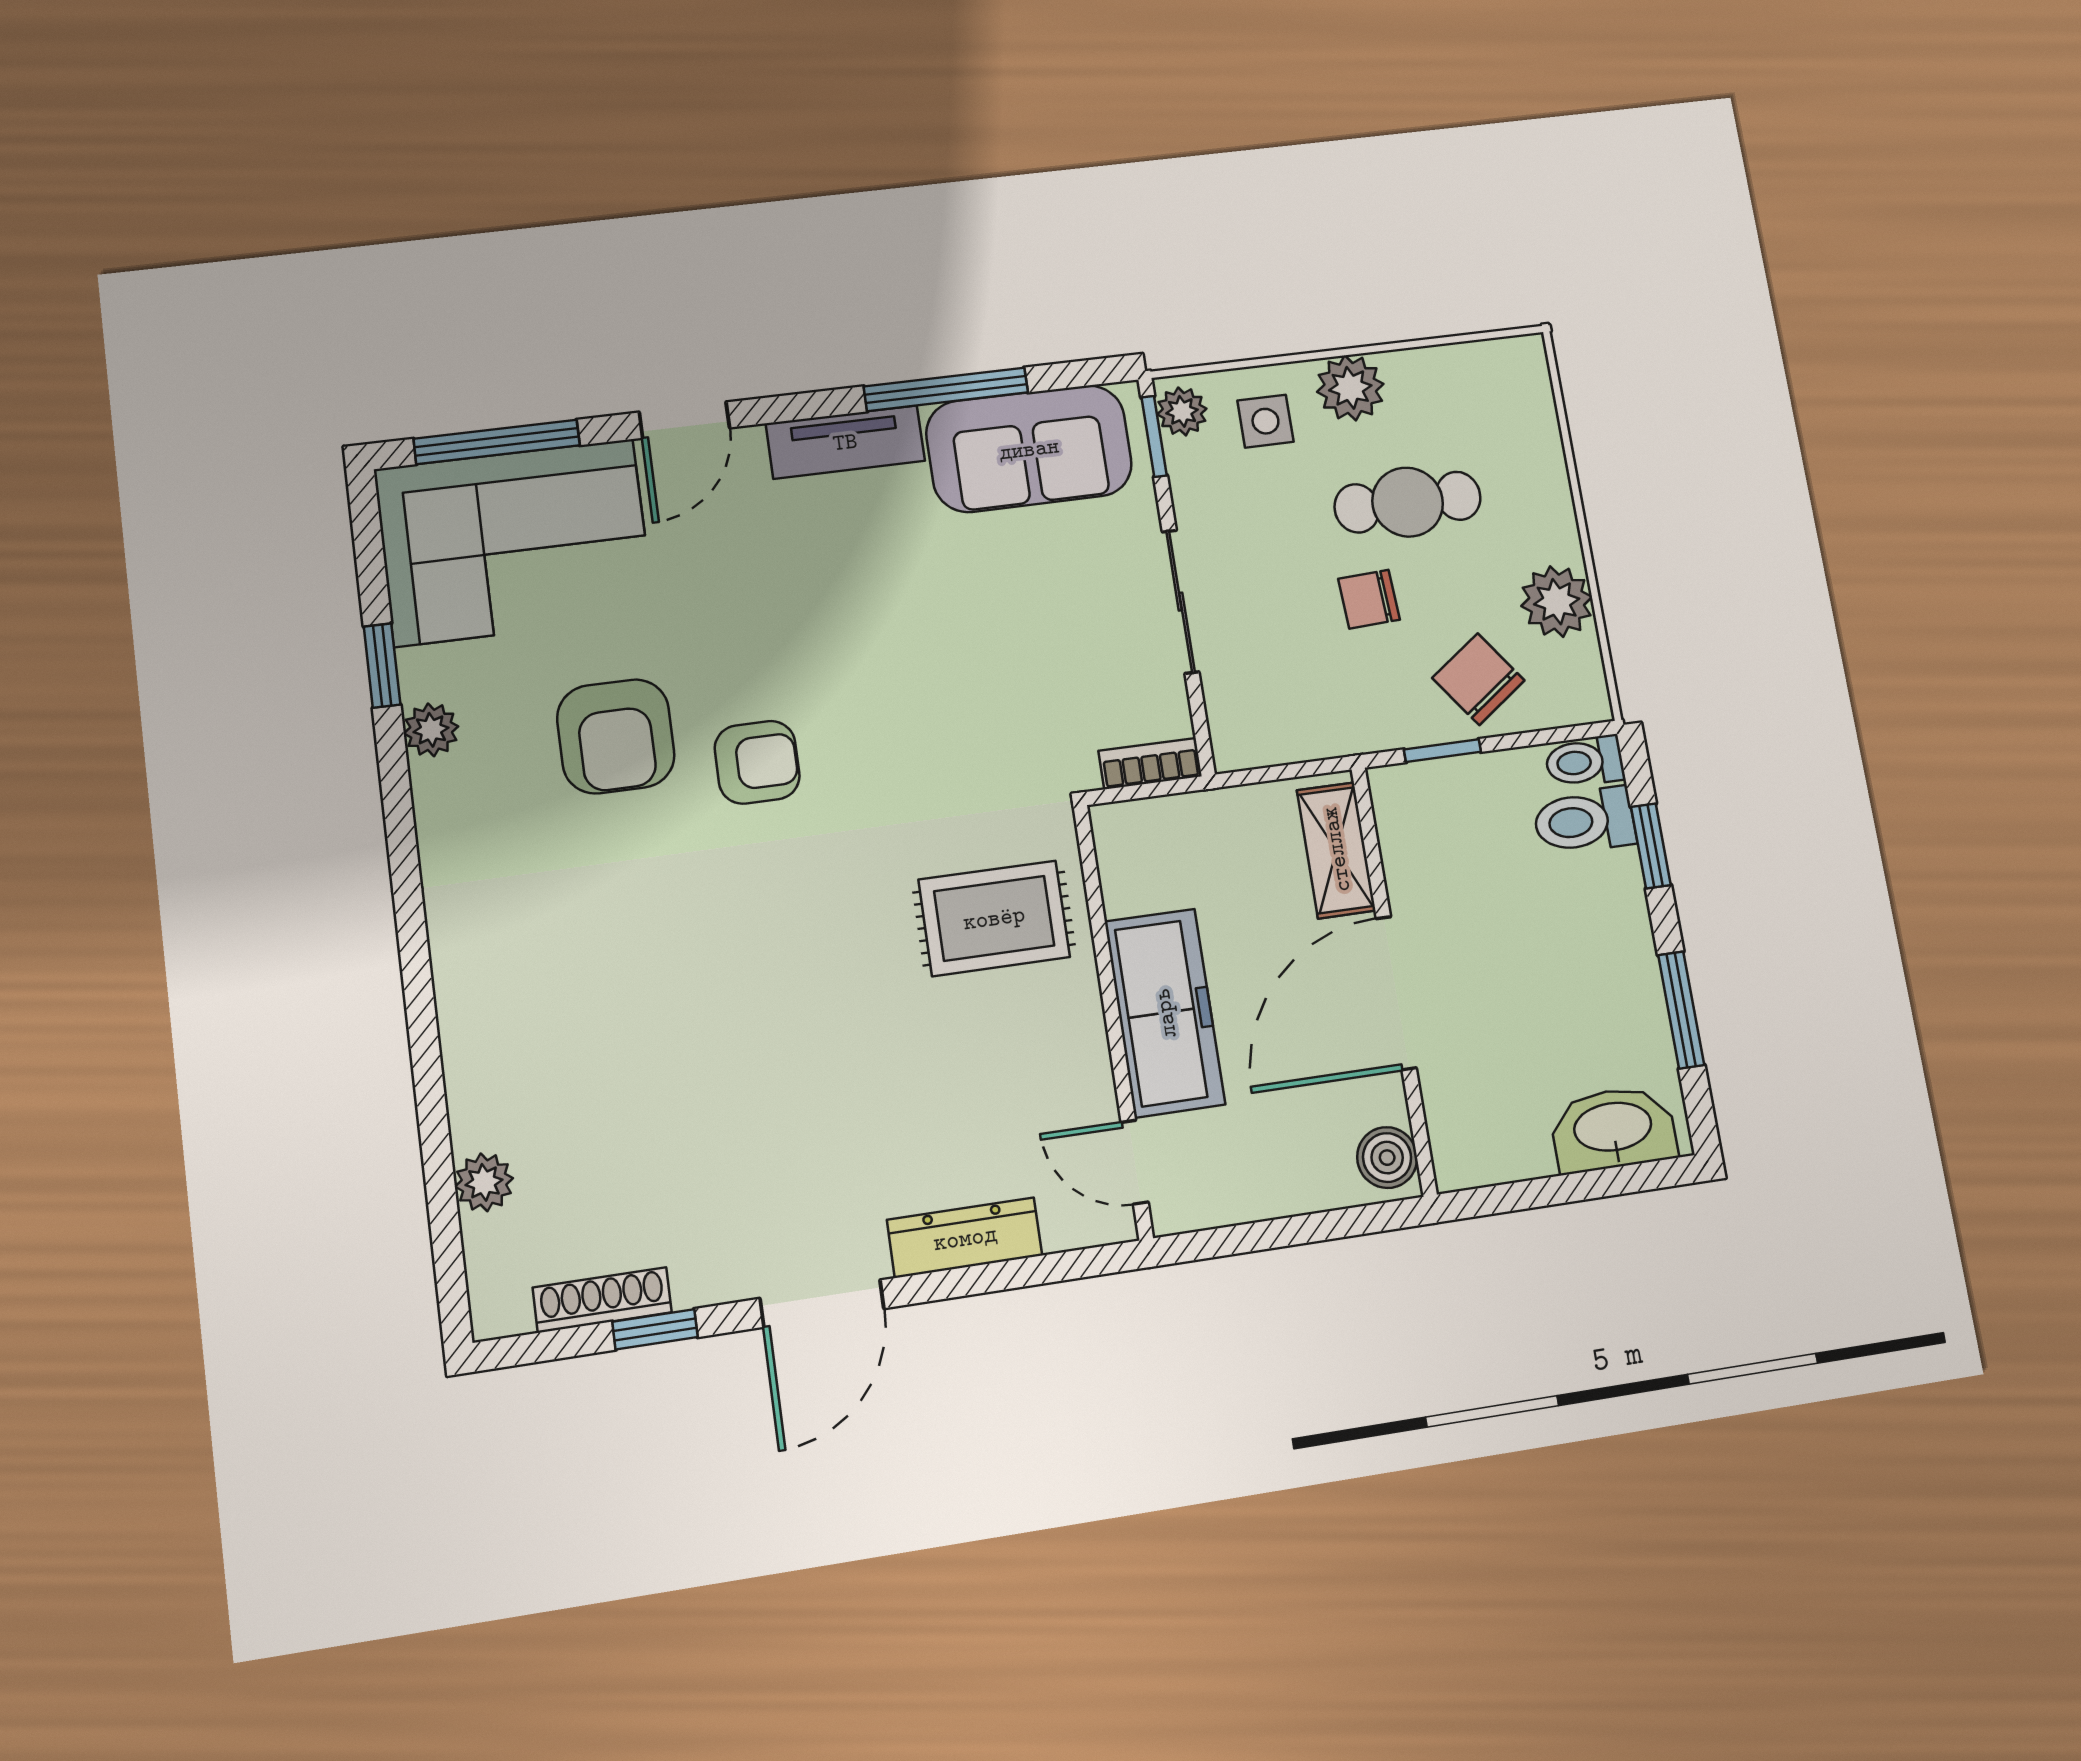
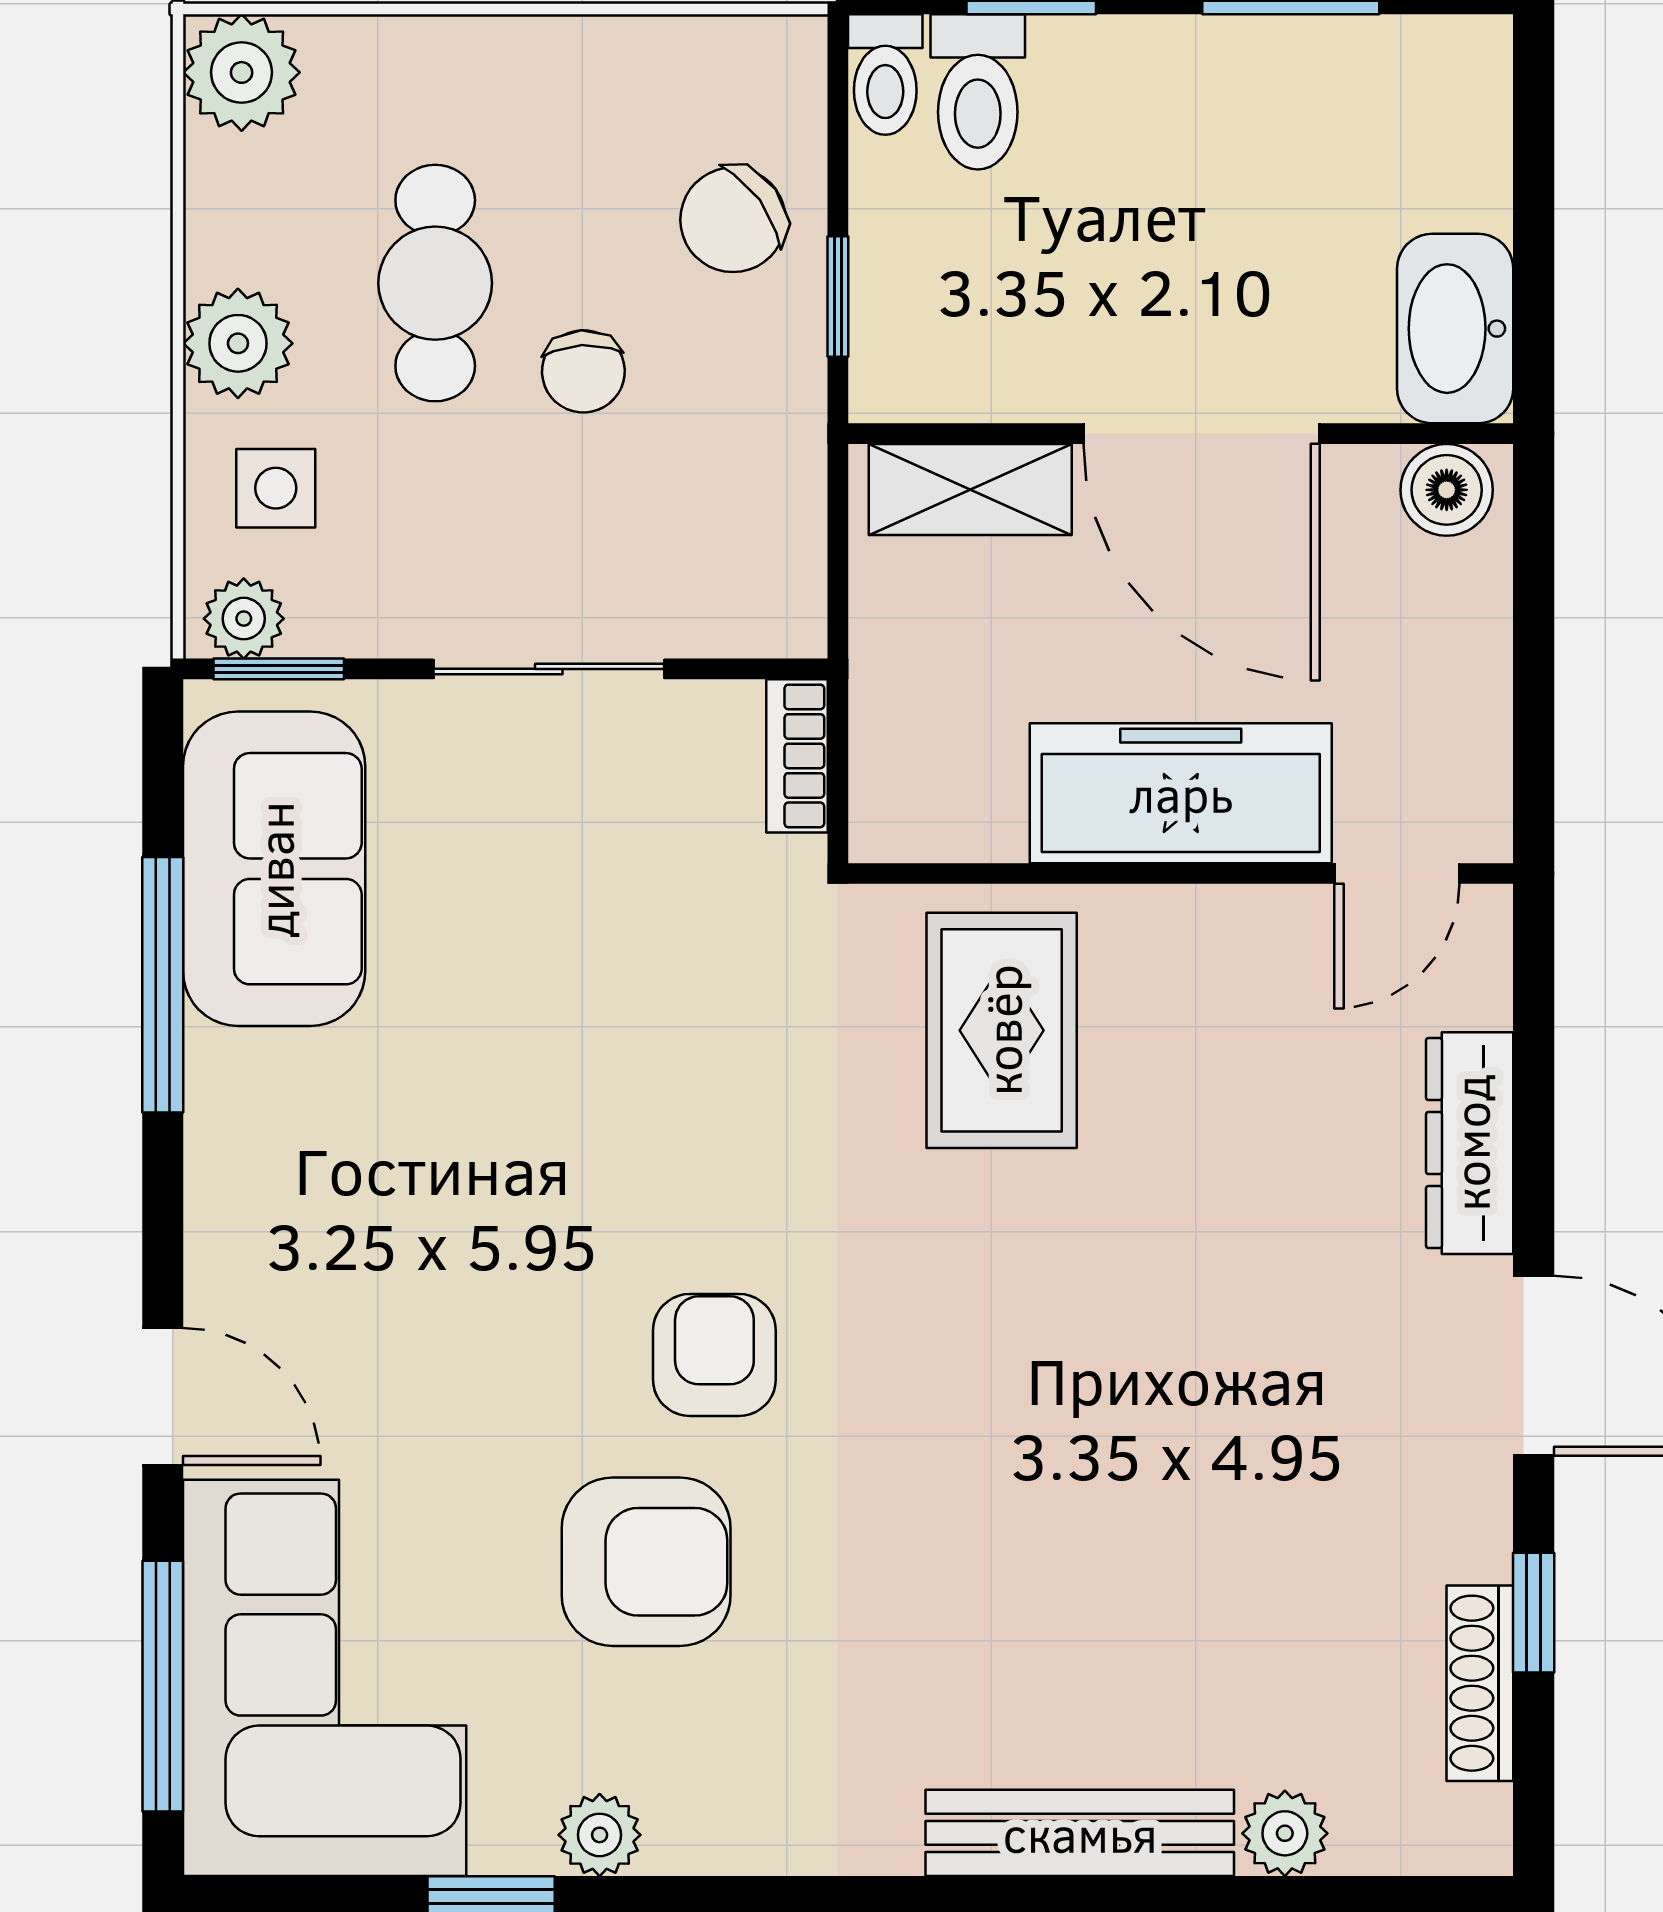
tv unit: (845, 442) -> (229, 1153), removed
plant: (1557, 602) -> (242, 72), moved
bench: (468, 1044) -> (1080, 1833), added
washbasin: (1613, 1129) -> (1455, 329), moved

